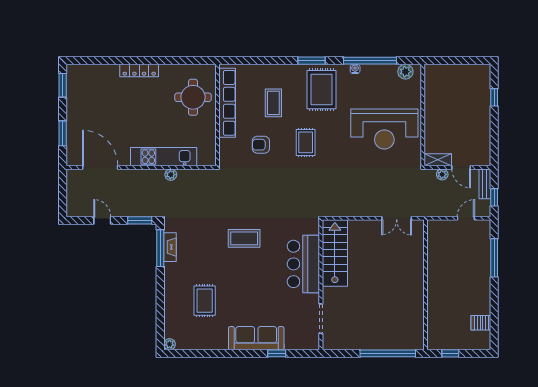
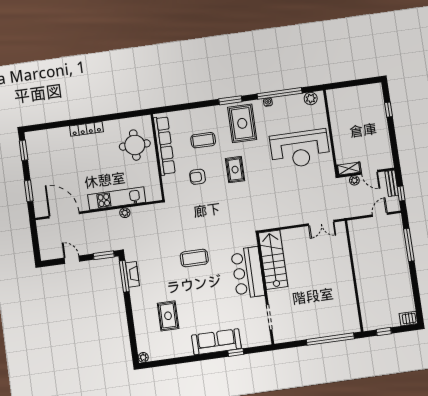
coffee table: (273, 103) -> (203, 140), turned 90
server rack: (481, 323) -> (408, 319), moved

